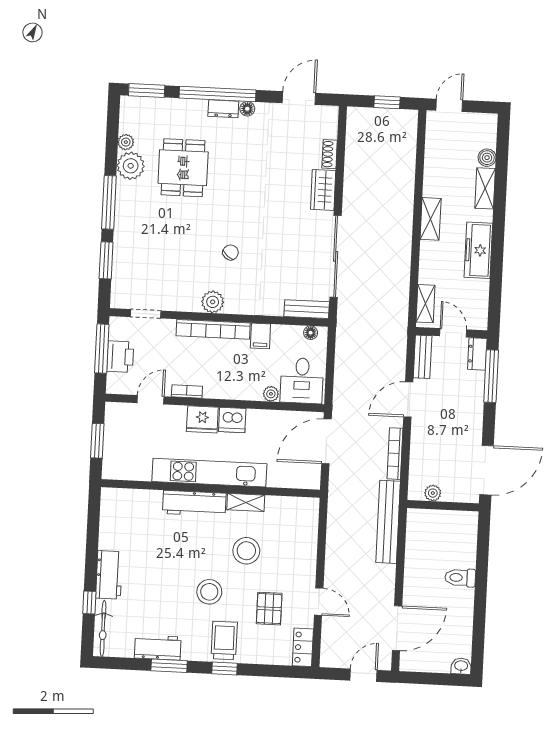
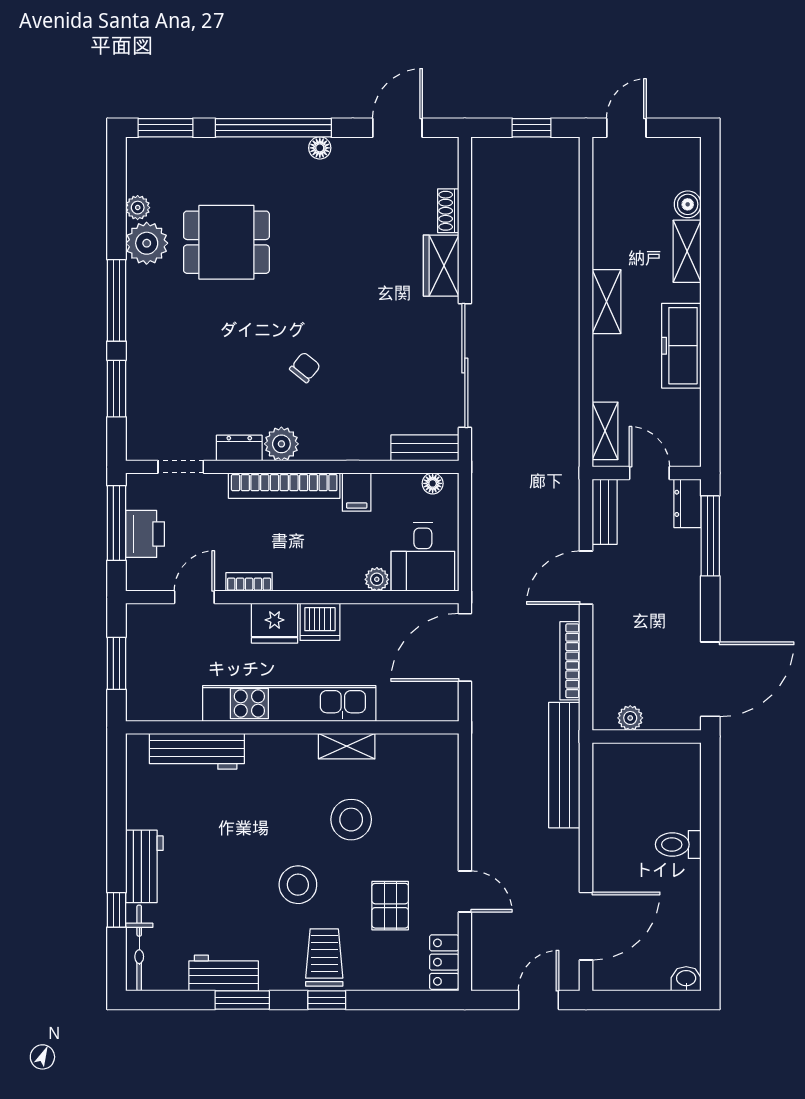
dresser: (223, 109) -> (239, 448), moved, turned 180
dining table: (183, 168) -> (226, 242), turned 90
workbench: (194, 503) -> (197, 751), moved

